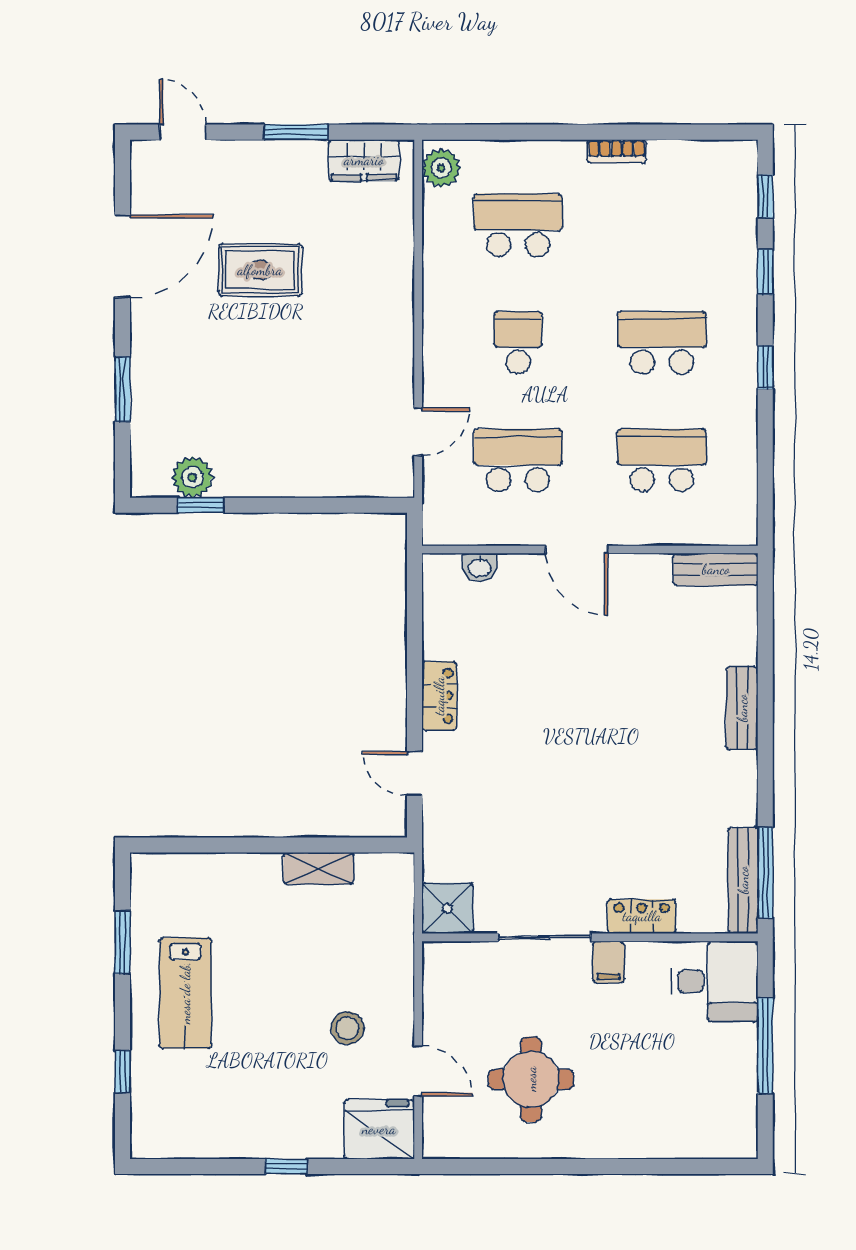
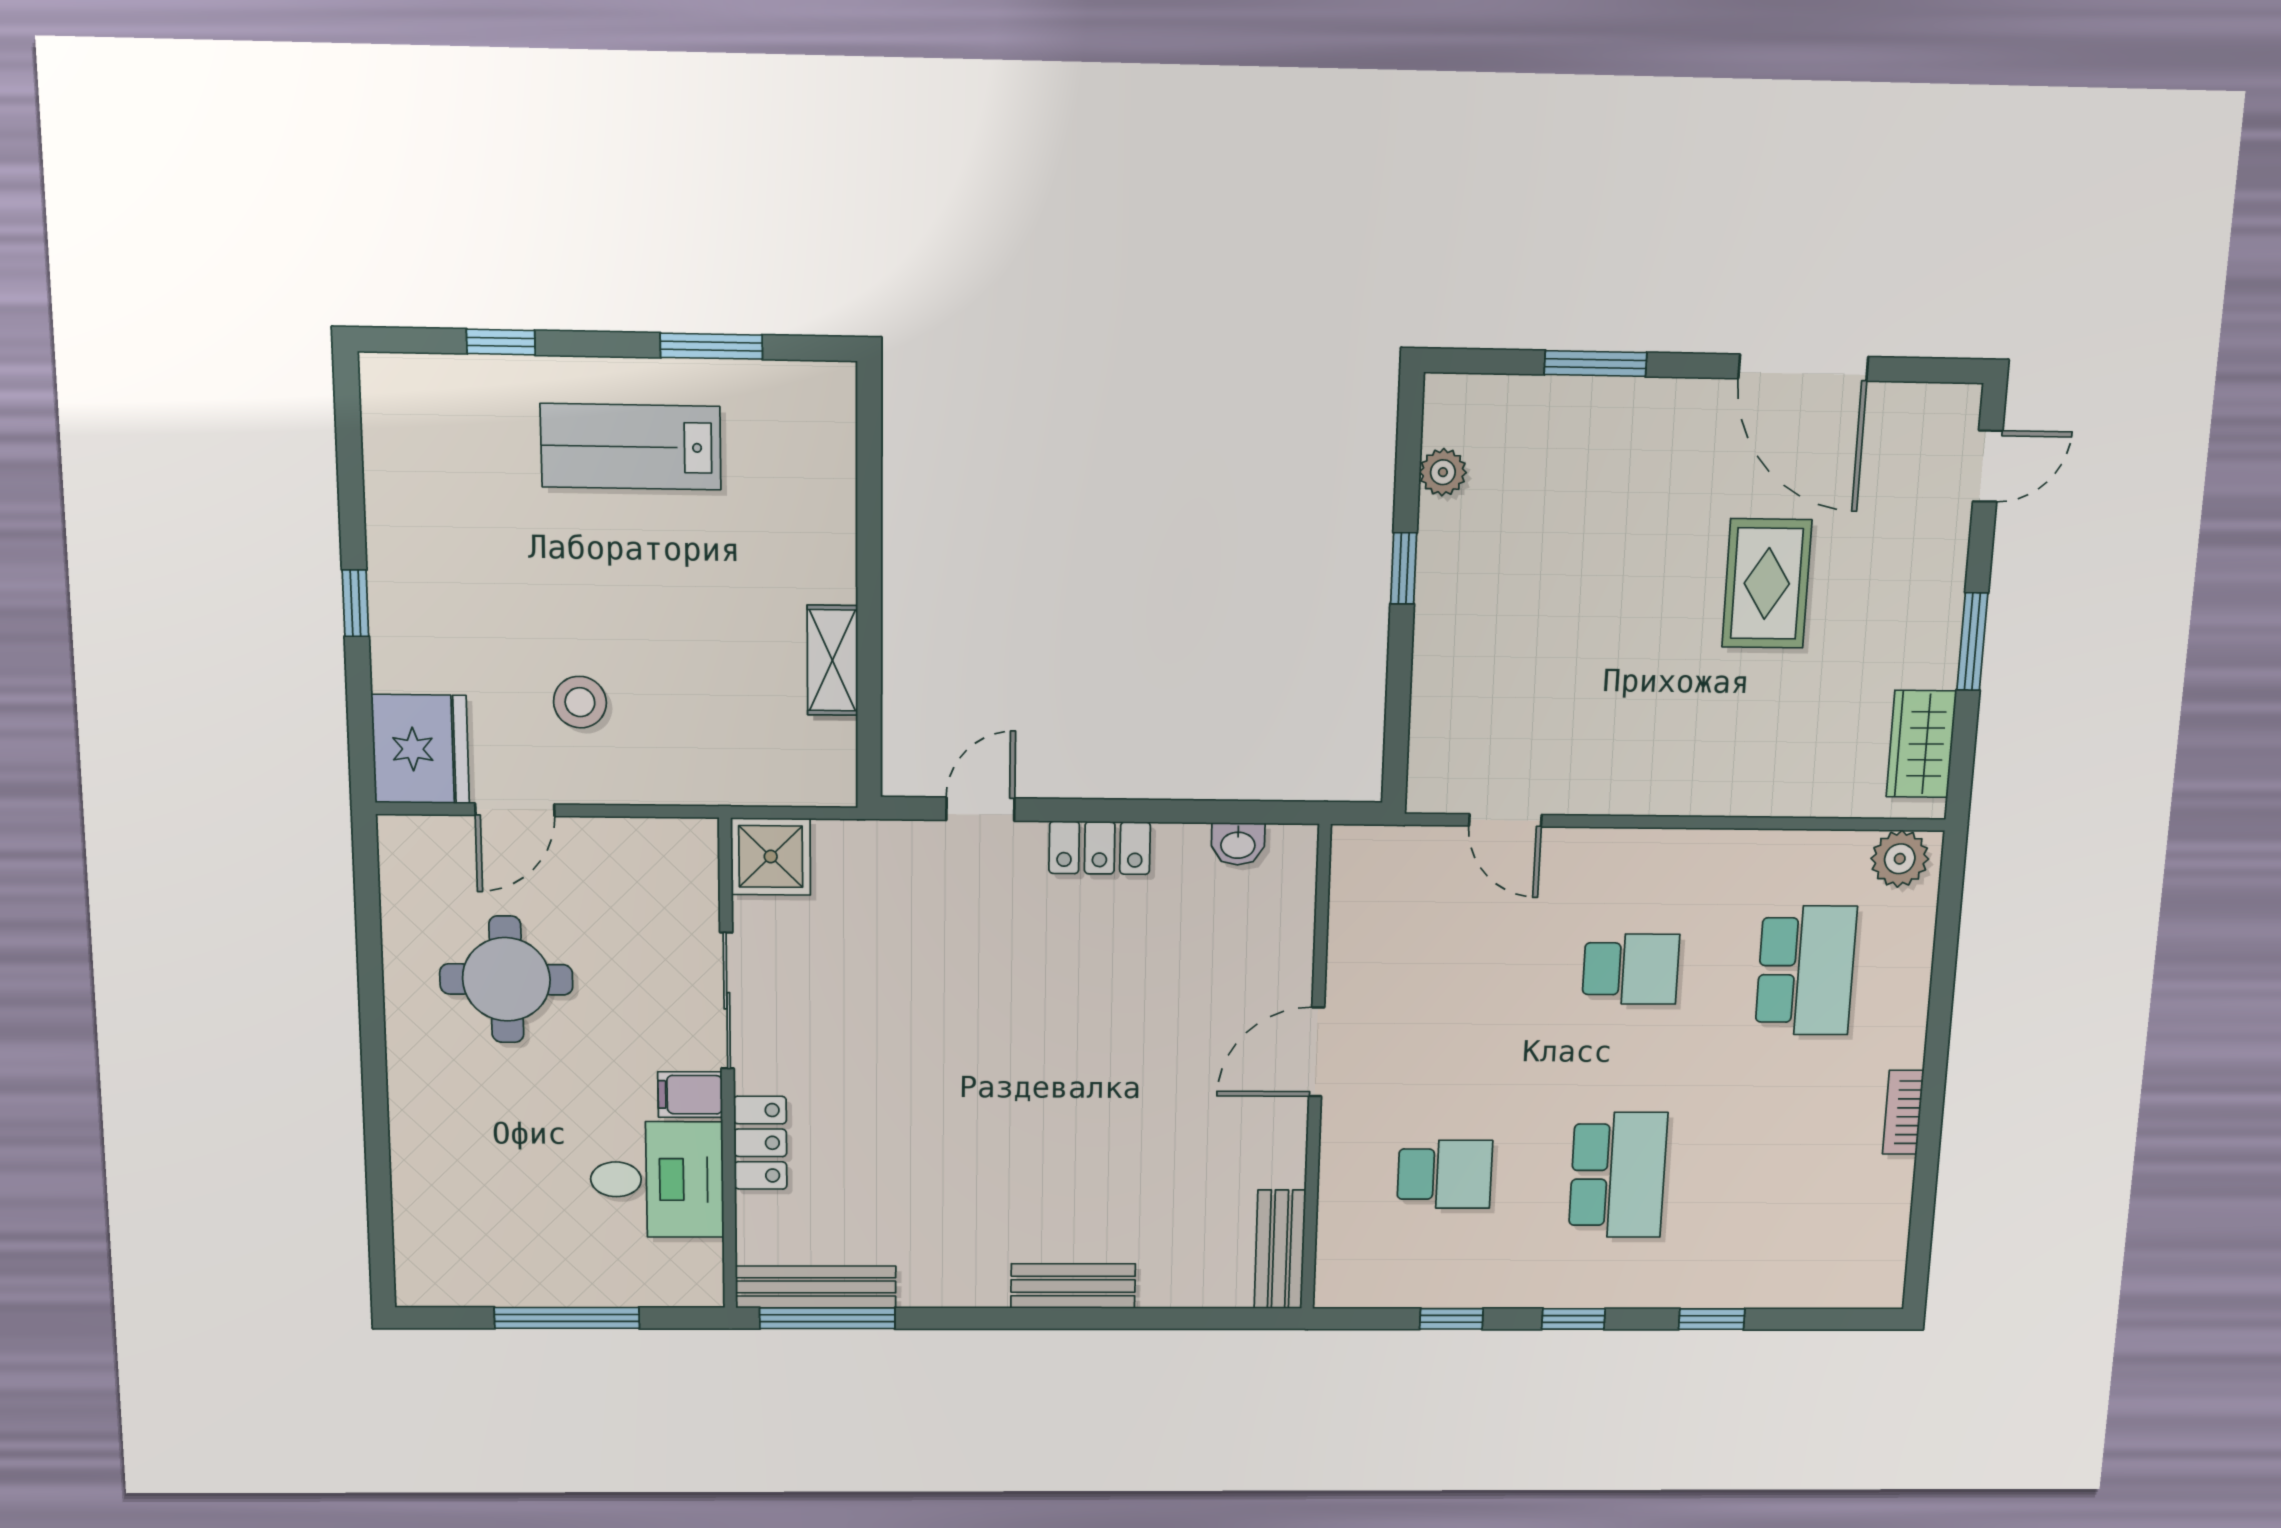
window: (765, 196) -> (1451, 1319), moved
school desk: (518, 460) -> (1455, 968), removed
school desk: (662, 460) -> (1445, 1174), width x0.54
plant: (192, 477) -> (1443, 472), width x0.73, depth x0.73
window: (201, 505) -> (1404, 568), moved
washbasin: (480, 567) -> (1238, 844), moved, turned -90
desk: (714, 981) -> (657, 1179), moved, turned -90

